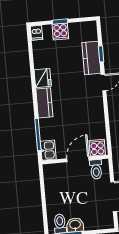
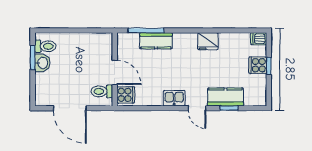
kitchen counter: (44, 103) -> (156, 41), moved
kitchen sink: (48, 150) -> (174, 98), moved, turned 180

